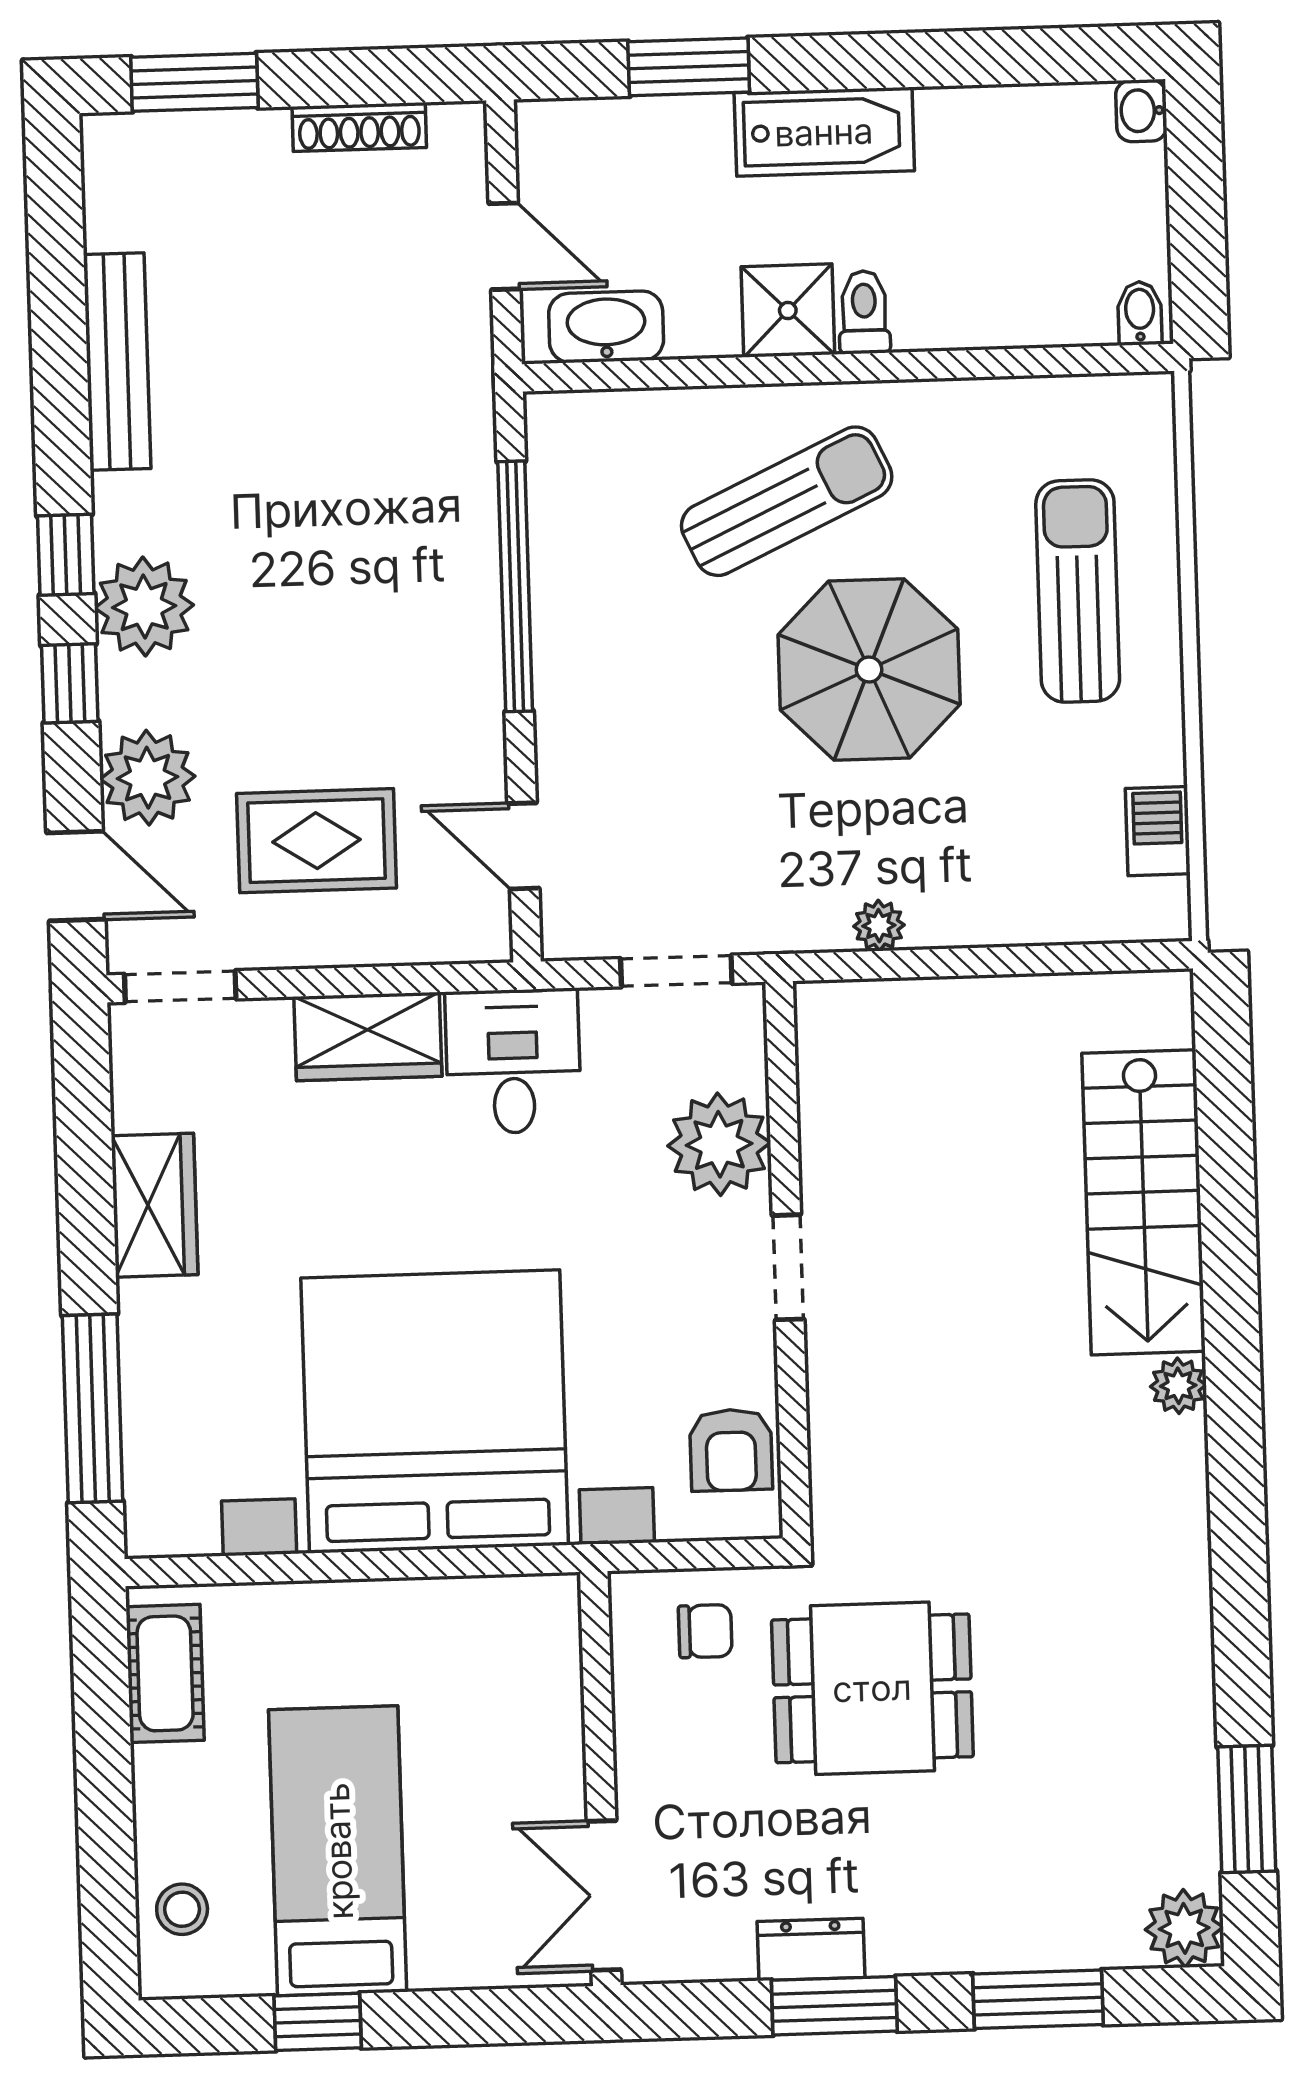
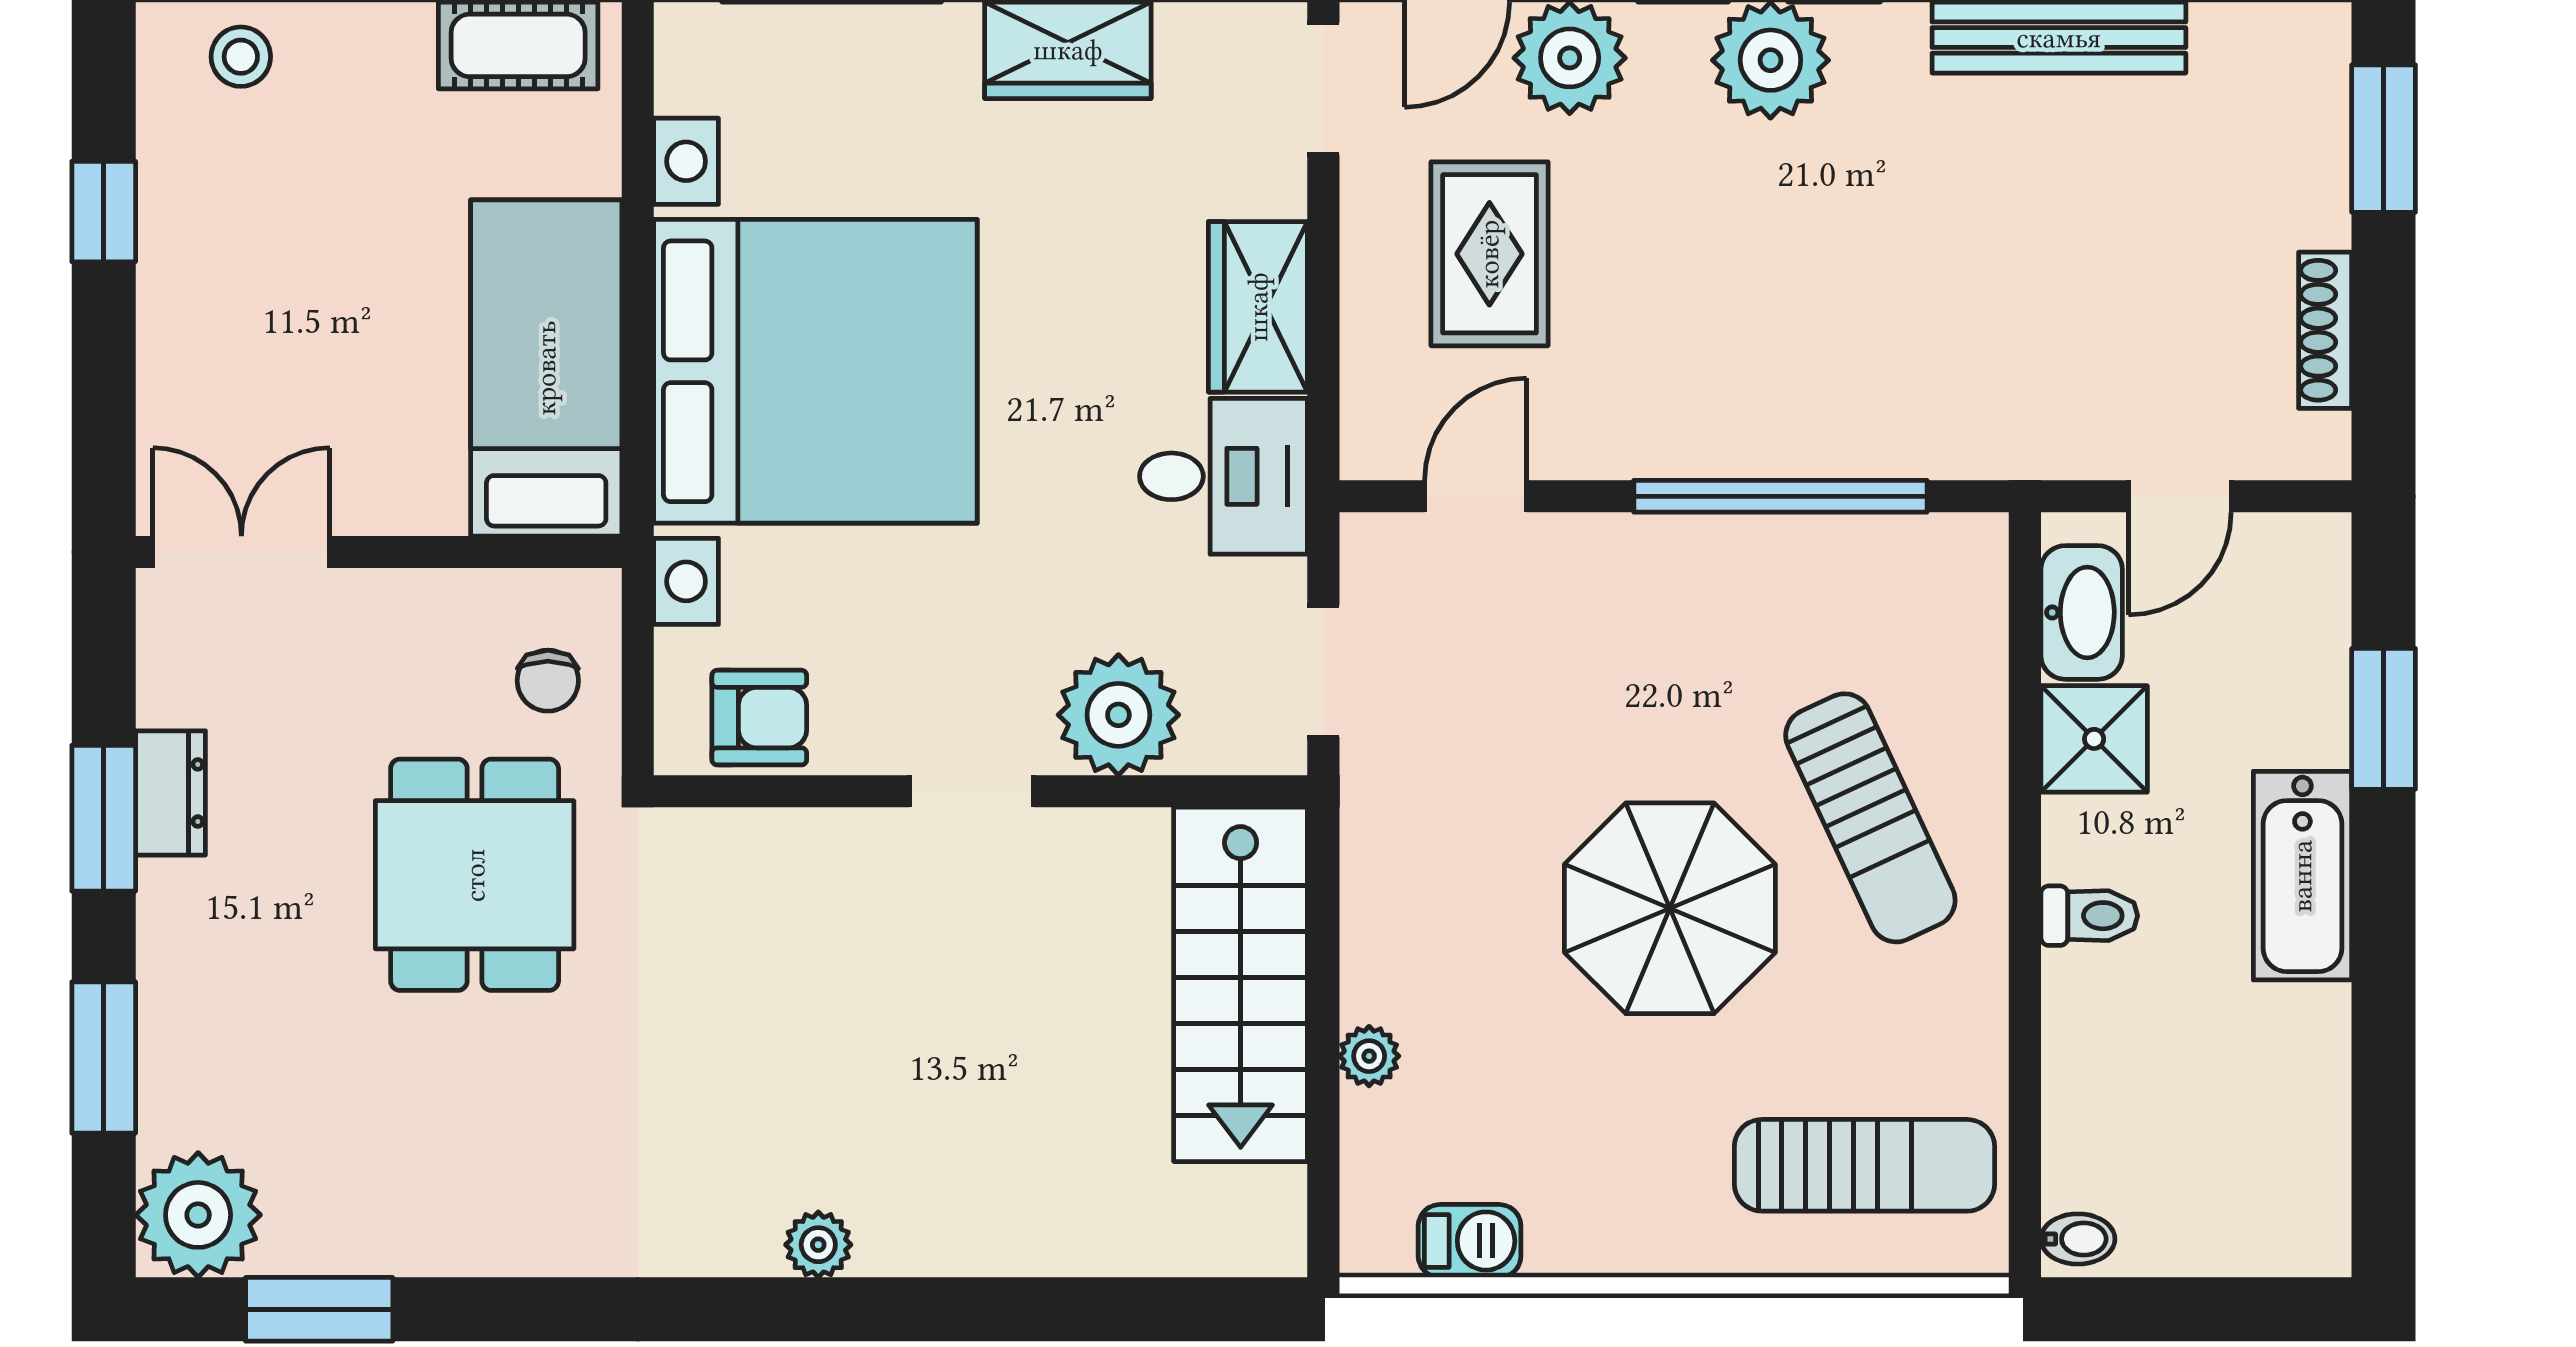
washbasin: (1141, 111) -> (2315, 1248), removed
shower: (788, 310) -> (2094, 739), moved
sun lounger: (1078, 591) -> (1864, 1165), moved
plant: (879, 926) -> (1369, 1056), moved
stairs: (1143, 1202) -> (1241, 984), moved, turned -90
armchair: (731, 1450) -> (759, 718), turned 180
bed: (338, 1851) -> (546, 368), moved, turned -90
plant: (1184, 1928) -> (198, 1215), width x1.36, depth x1.36

